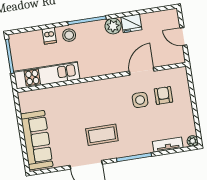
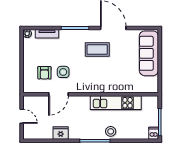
plant: (113, 26) -> (75, 133), removed
dishwasher: (49, 36) -> (154, 133), moved
kitchen unit: (47, 75) -> (116, 103), moved

